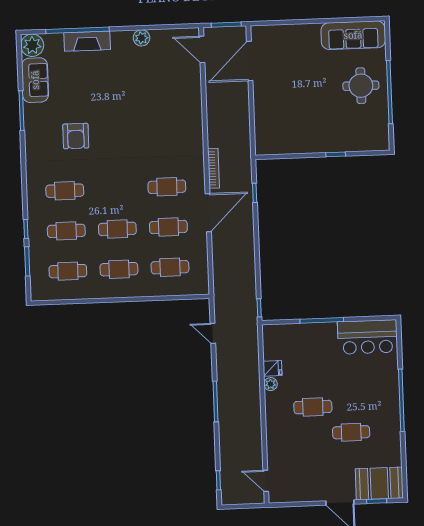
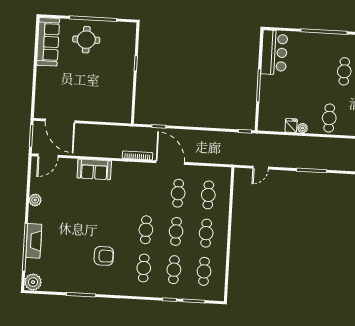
sofa: (35, 80) -> (94, 169), moved, turned 180
cafe table: (167, 187) -> (146, 230), moved
cafe table: (313, 407) -> (329, 118), moved

